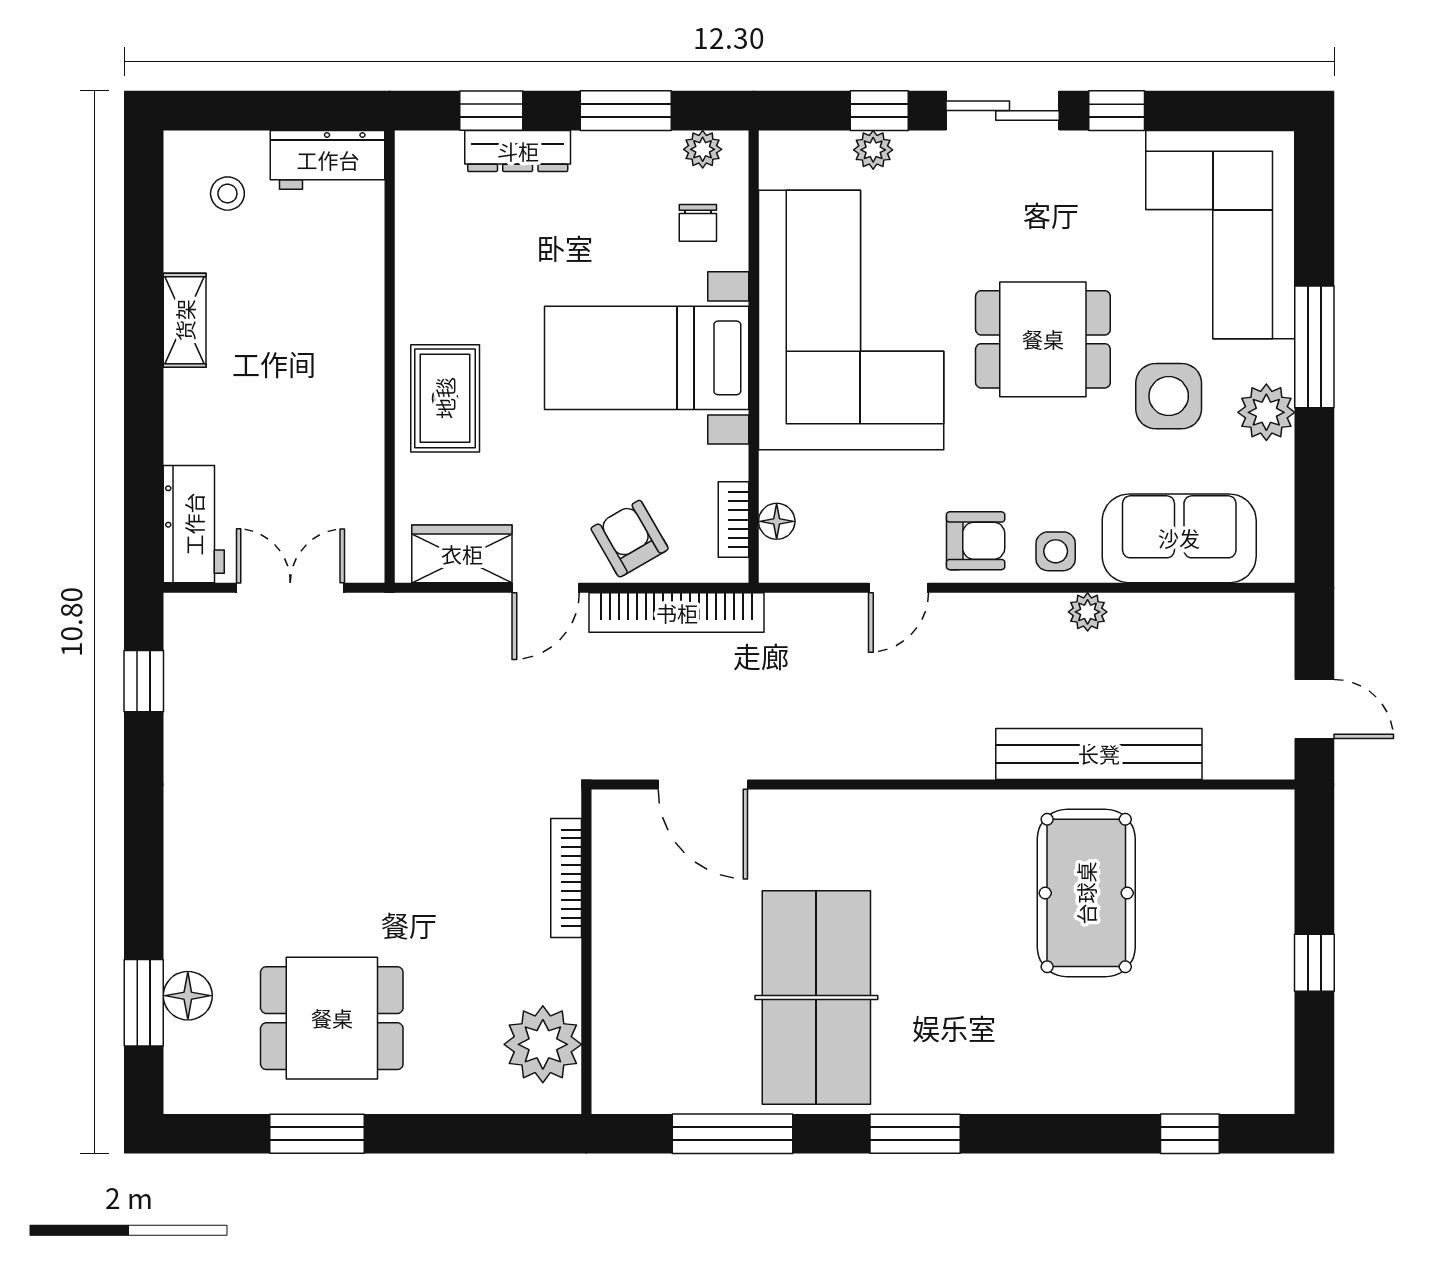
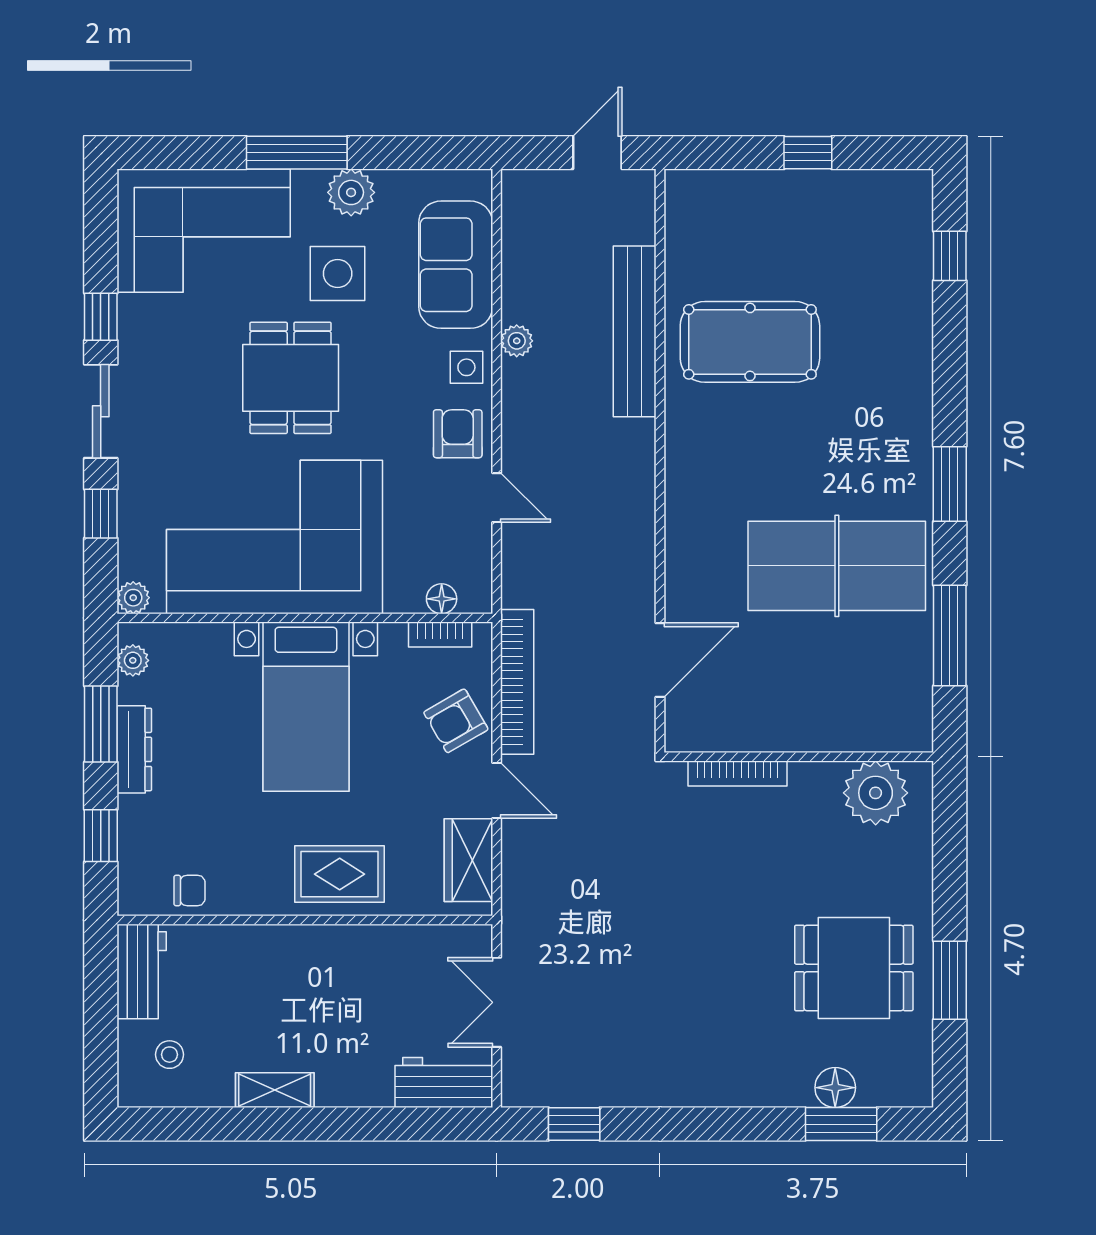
plant: (873, 150) -> (133, 598), moved
dresser: (518, 151) -> (134, 749), moved
chair: (698, 223) -> (190, 891), moved
dining table: (332, 1018) -> (854, 968), turned 90

